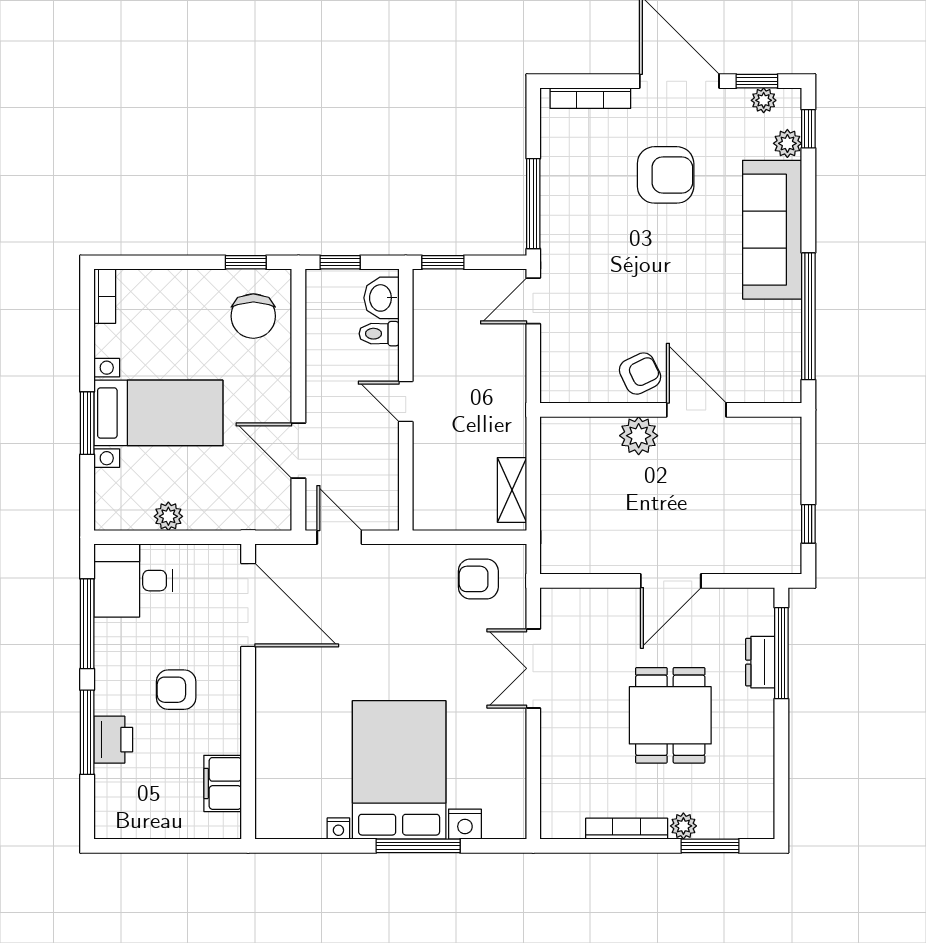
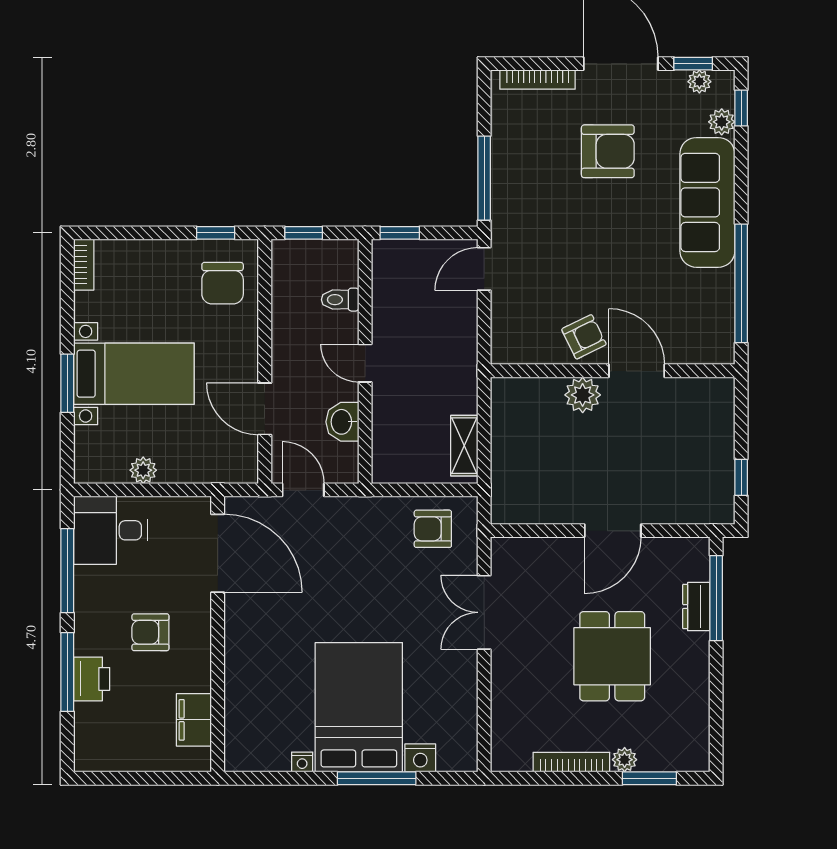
washbasin: (382, 298) -> (342, 422), moved

